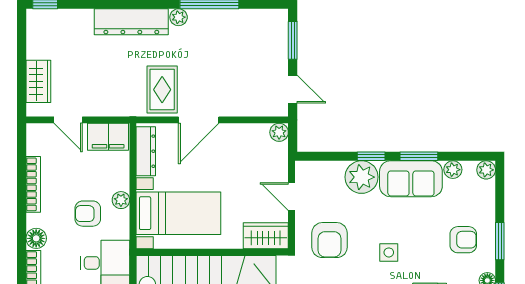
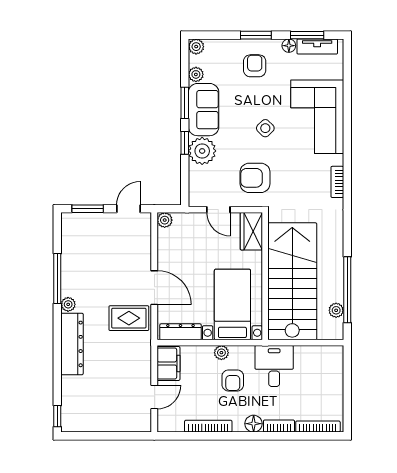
wardrobe: (38, 81) -> (122, 422), removed
door: (292, 196) -> (218, 210), hinge flipped
armchair: (329, 240) -> (255, 178), turned 180
side table: (389, 252) -> (265, 128), turned 45

